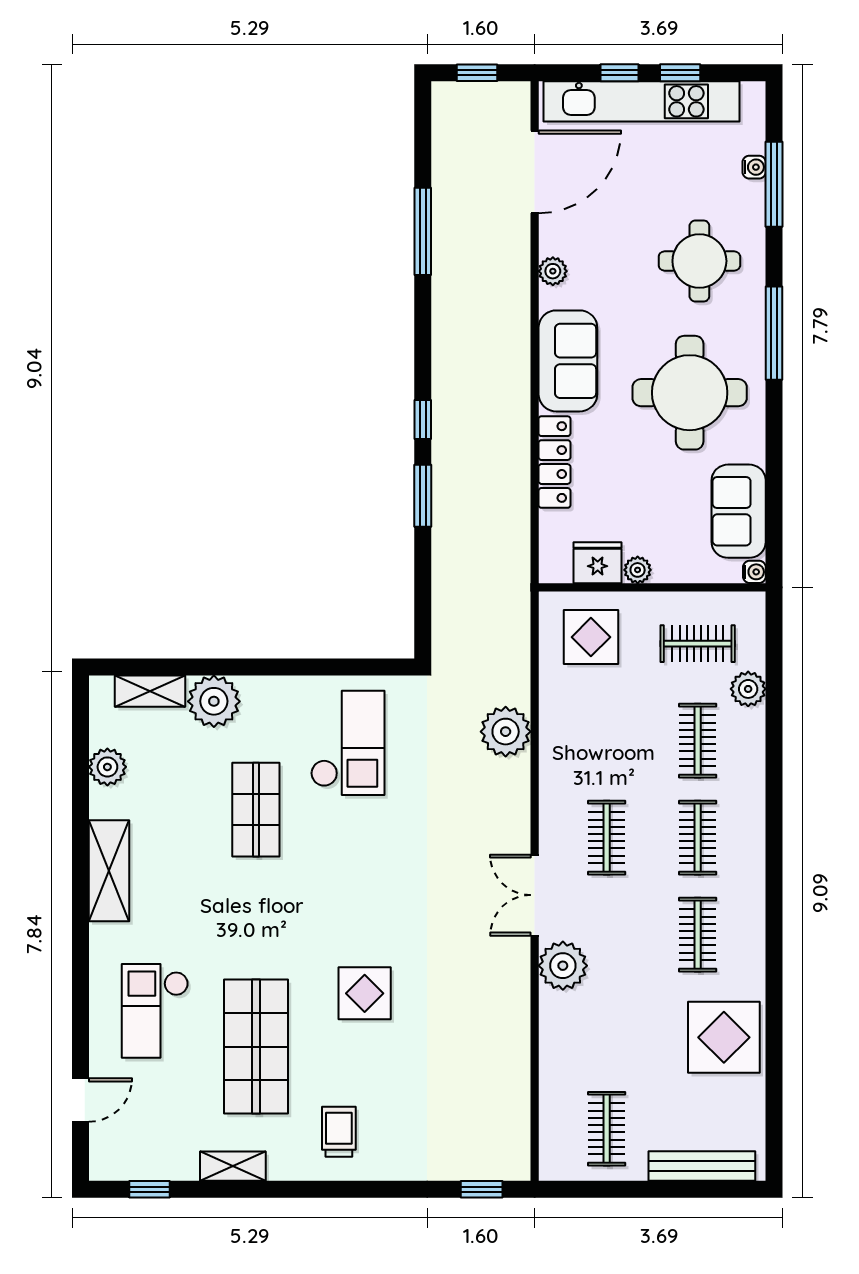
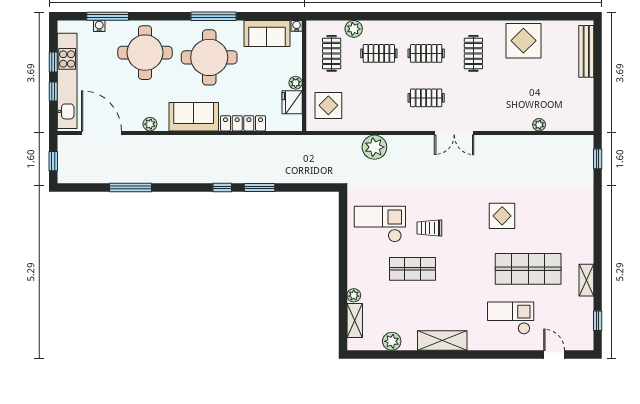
round table: (699, 261) -> (145, 53), width x1.36, depth x1.36
window: (774, 333) -> (214, 16), moved
plant: (214, 701) -> (354, 295), width x0.53, depth x0.53
clothes rail: (698, 935) -> (473, 53), turned 90
plant: (563, 966) -> (539, 125), moved, width x0.53, depth x0.53
checkout: (155, 1011) -> (511, 318), turned 180
clothes rail: (607, 1129) -> (568, 98), removed
trolley: (339, 1132) -> (429, 228), moved

